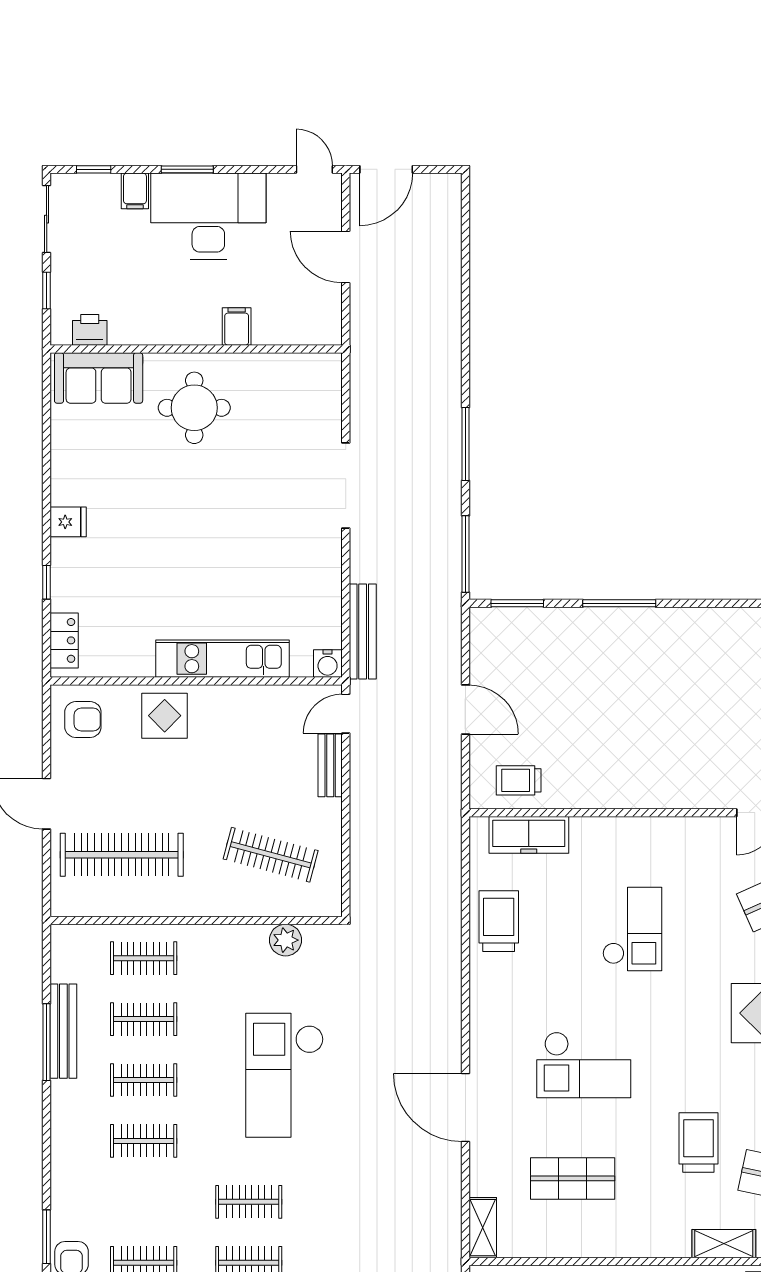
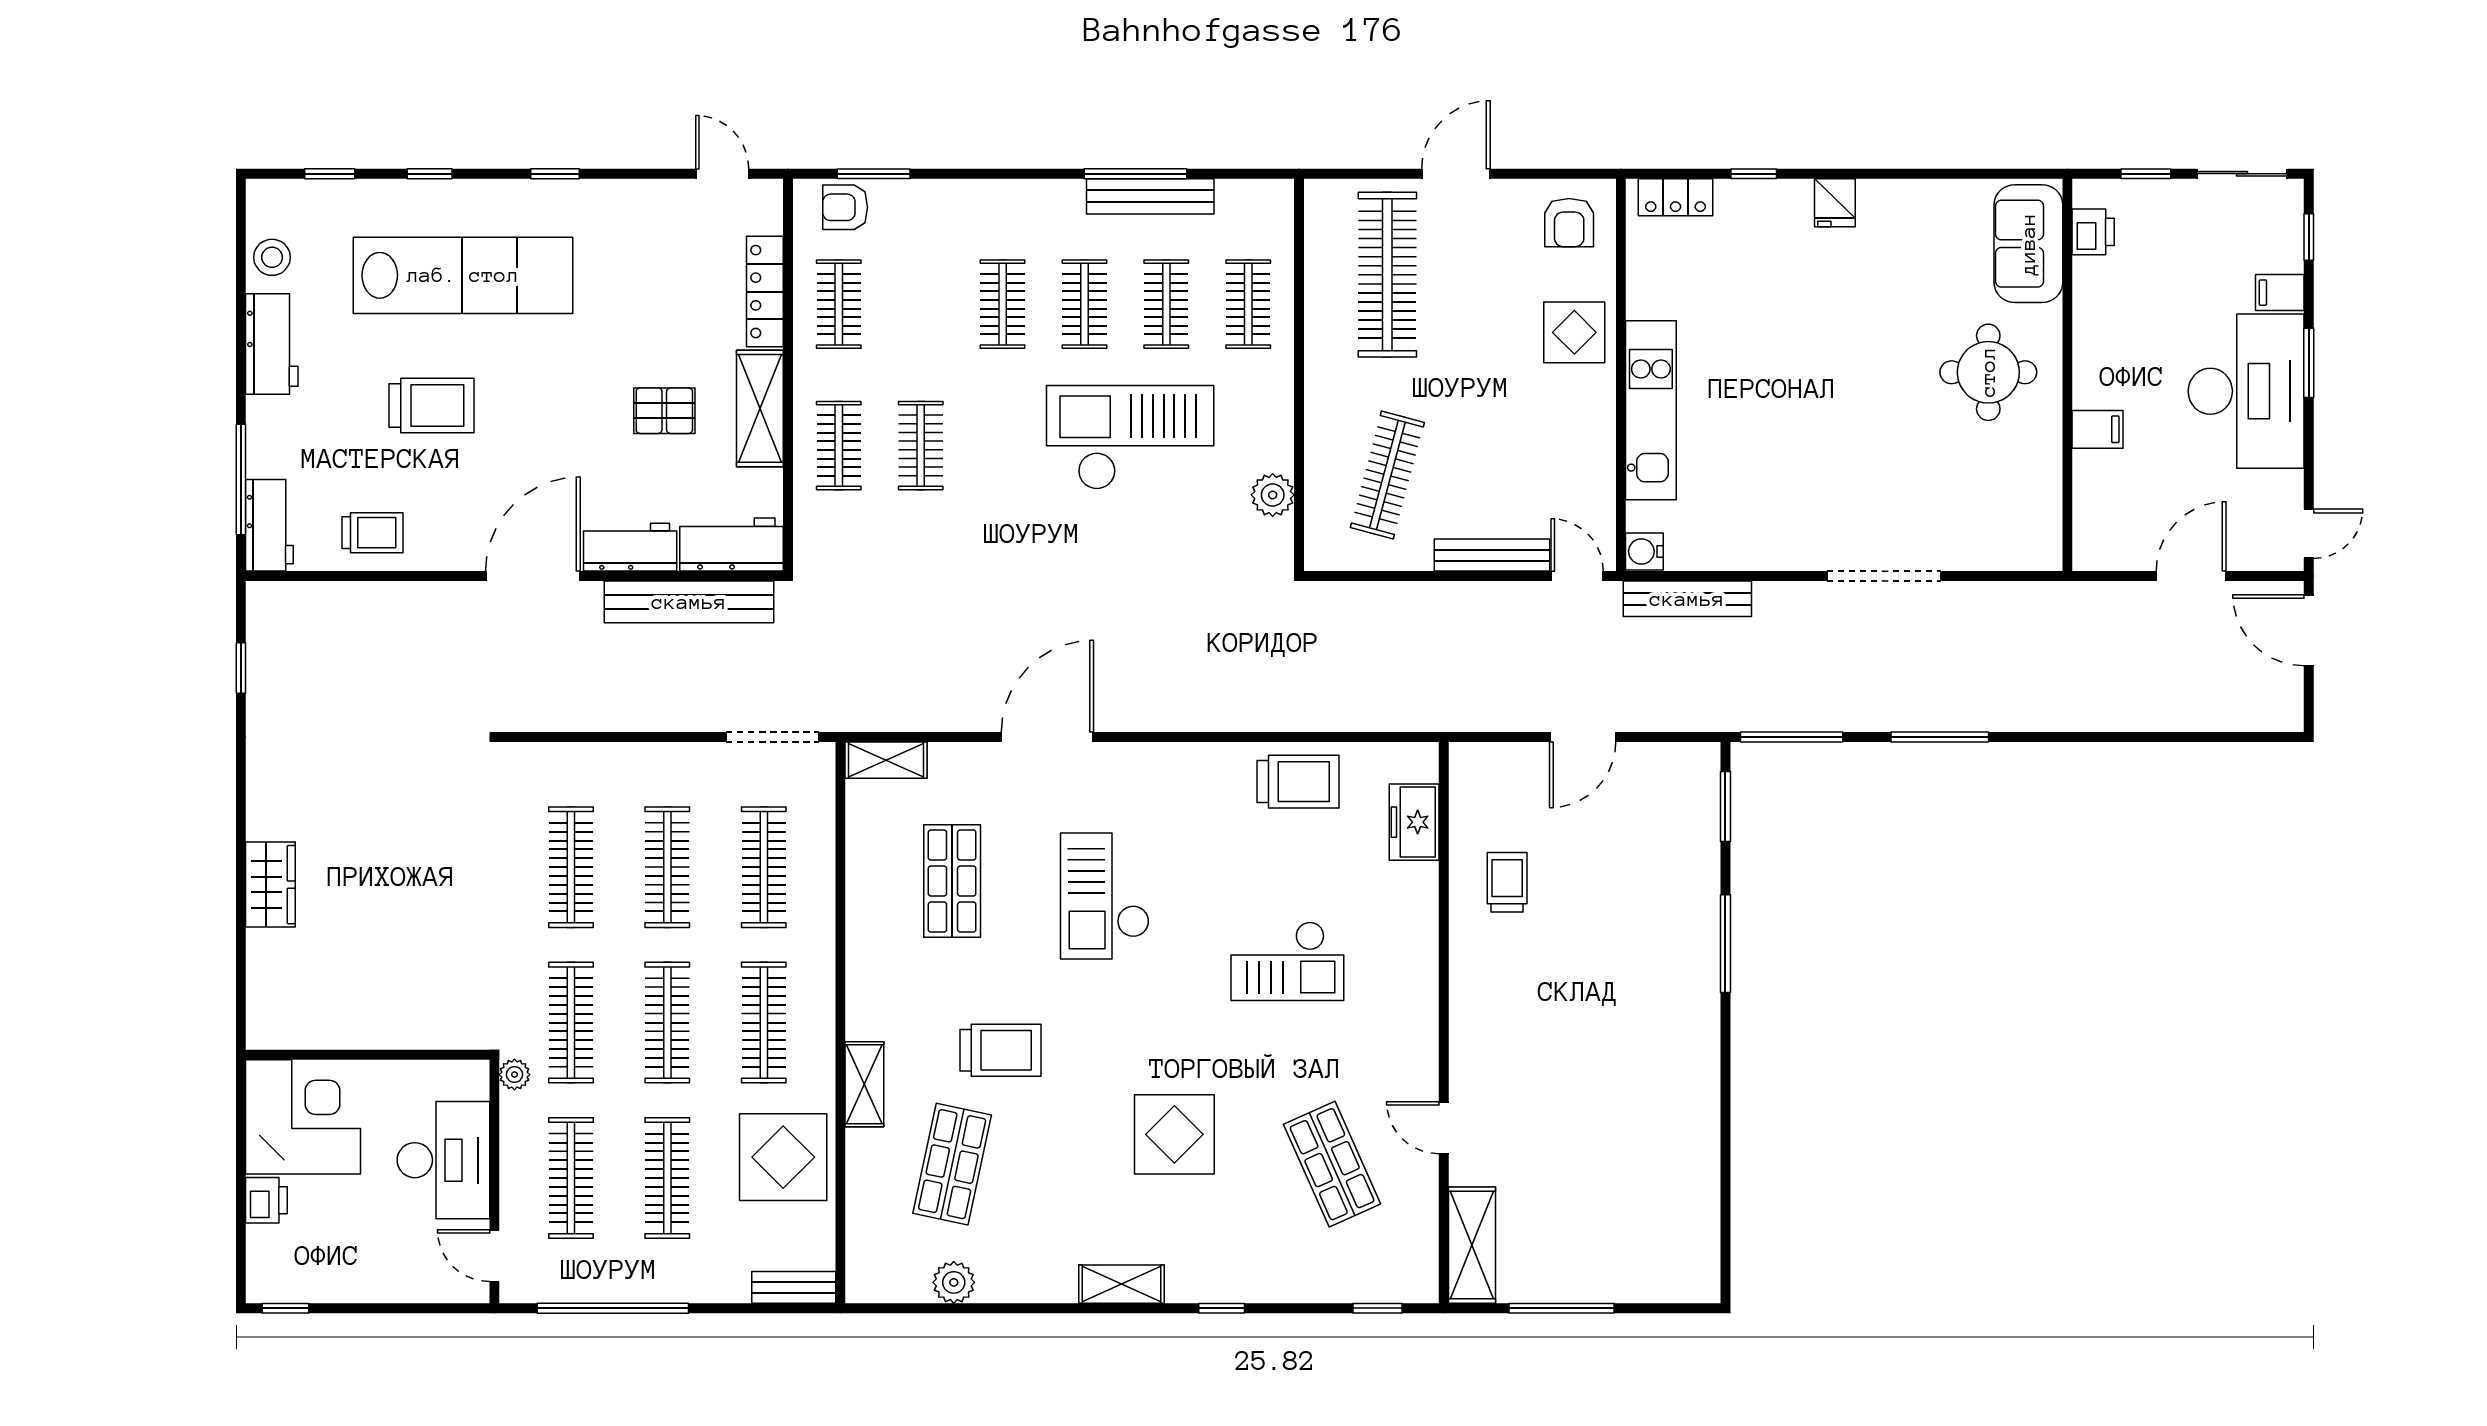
bench: (330, 765) -> (1492, 555), width x1.36
trolley: (519, 780) -> (1507, 882), moved
freezer: (529, 835) -> (1414, 822), width x0.71
checkout: (285, 1075) -> (1130, 438), moved

